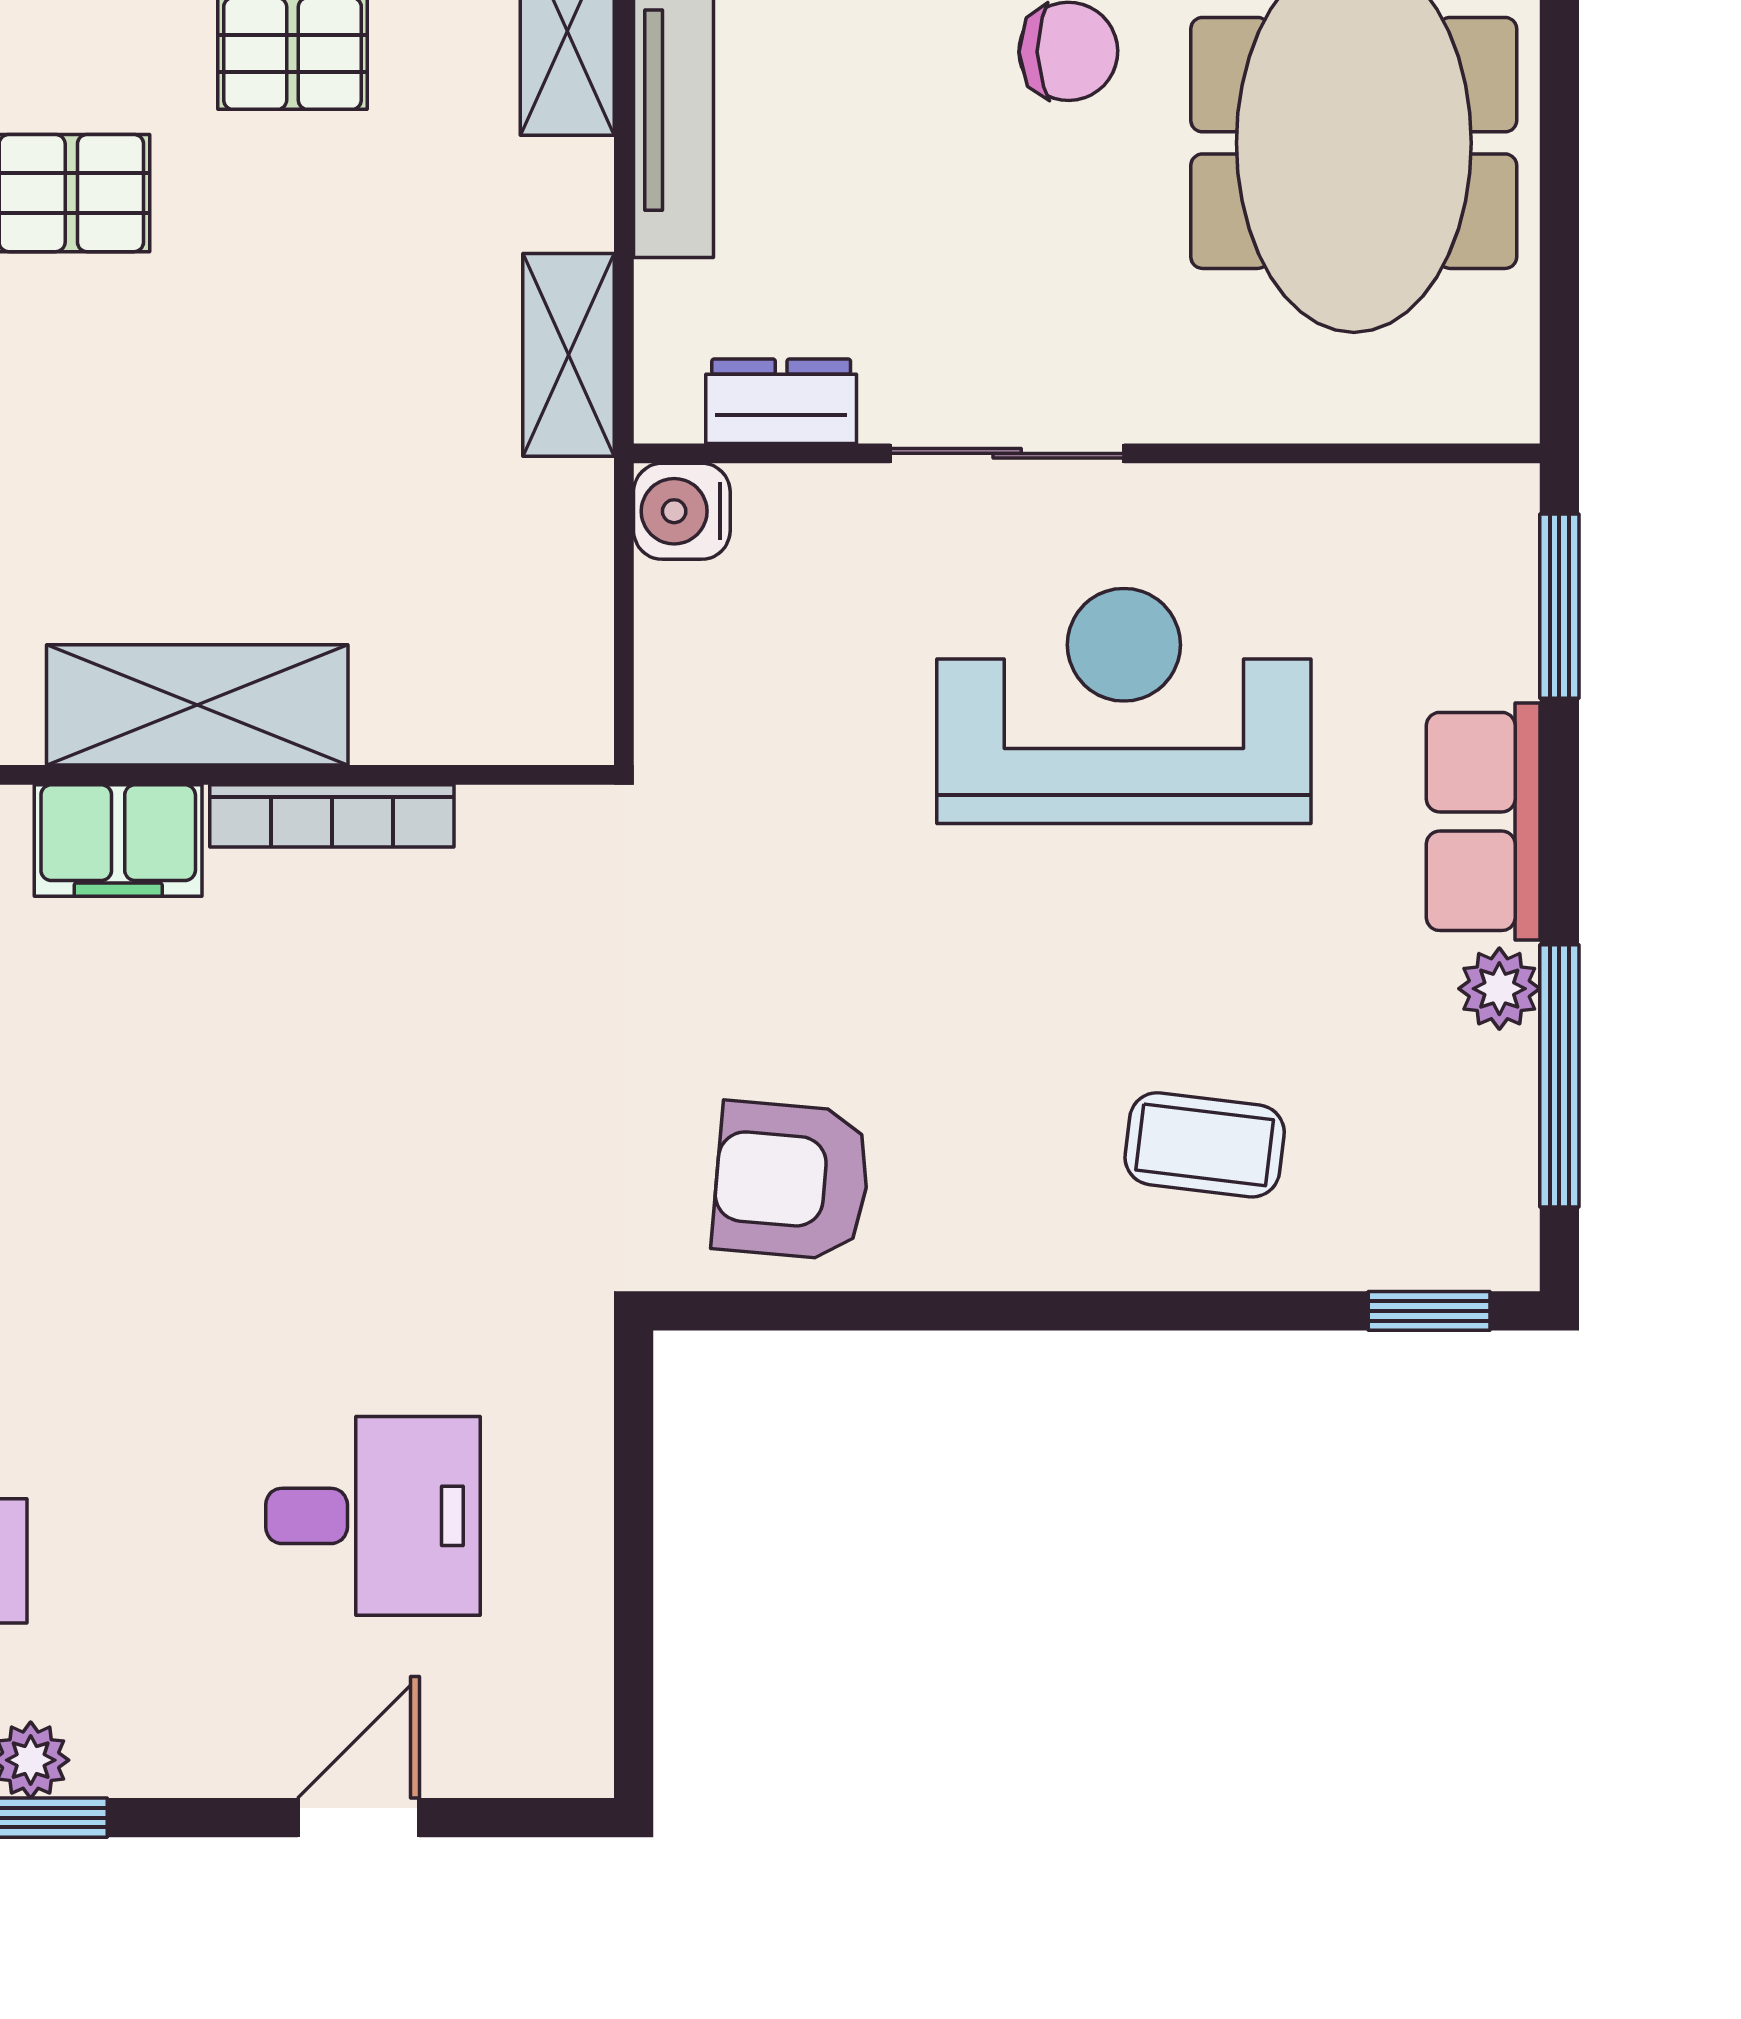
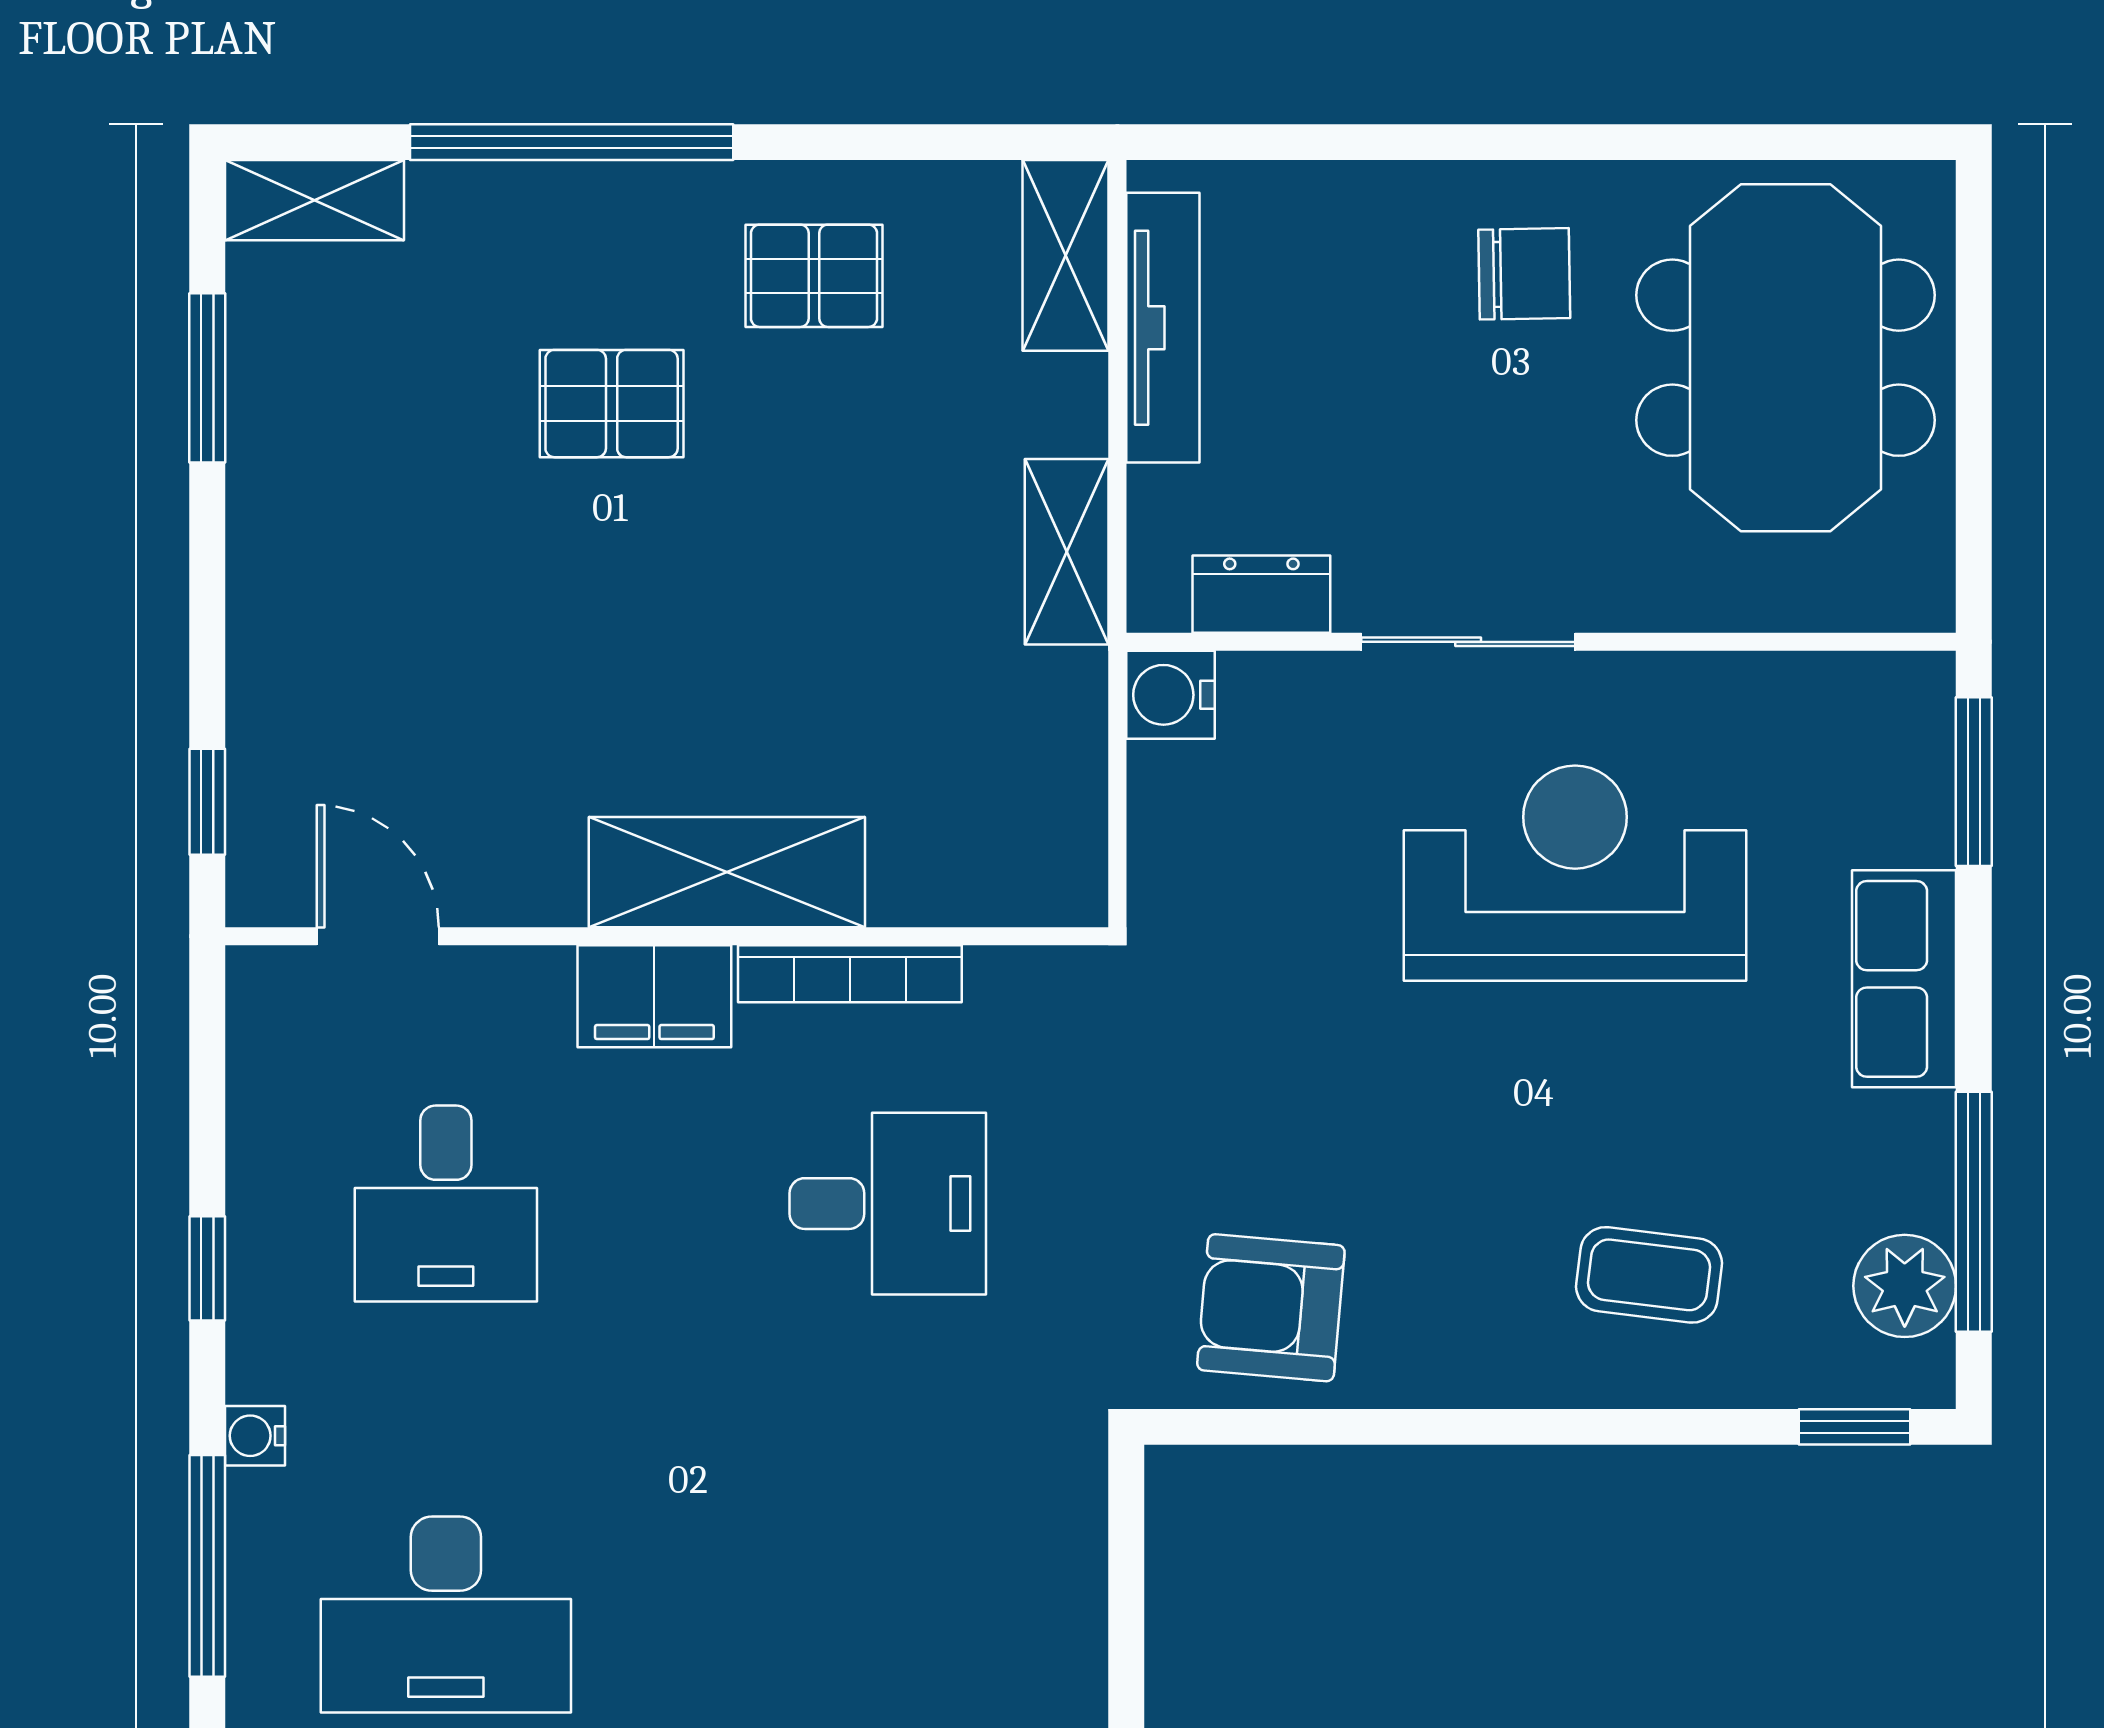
plant: (1499, 989) -> (1905, 1286), moved, width x1.38, depth x1.38
desk: (373, 1516) -> (888, 1204), moved

